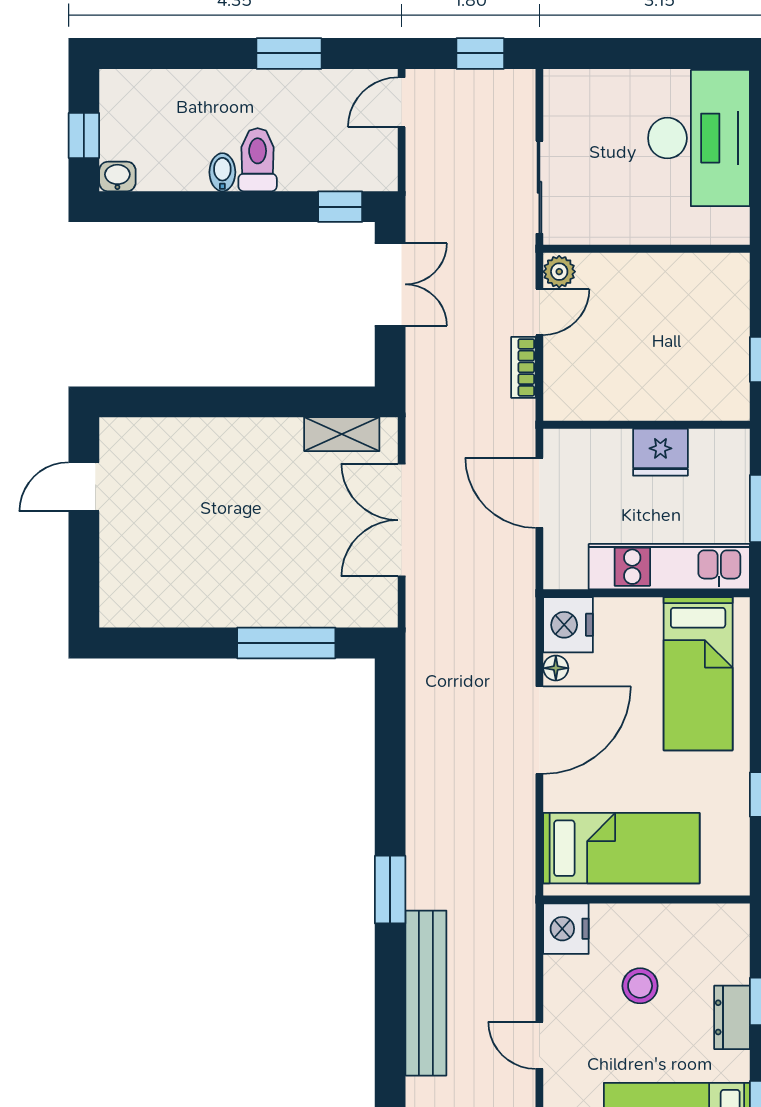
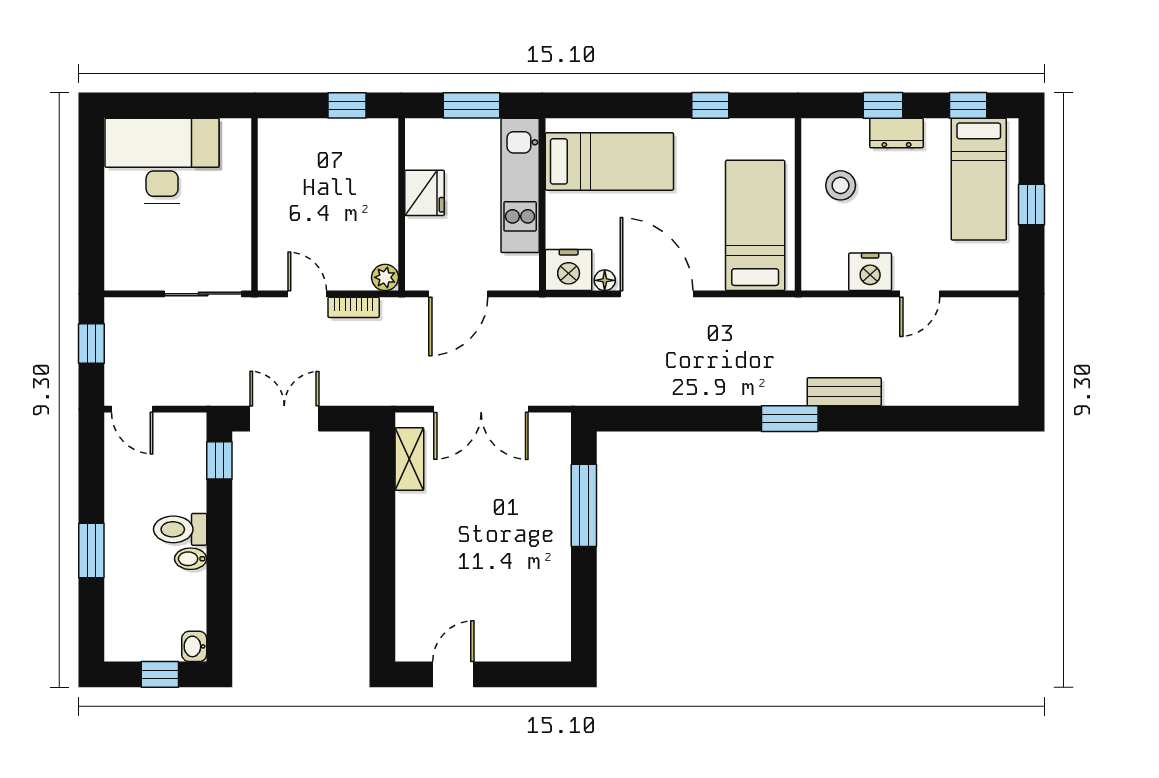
window: (289, 53) -> (91, 551), moved
plant: (559, 272) -> (385, 277), moved
door: (84, 487) -> (453, 674), swing flipped
nightstand: (566, 929) -> (870, 272), moved
stool: (640, 986) -> (841, 185), moved
bench: (426, 993) -> (844, 392), width x0.54, depth x0.82

